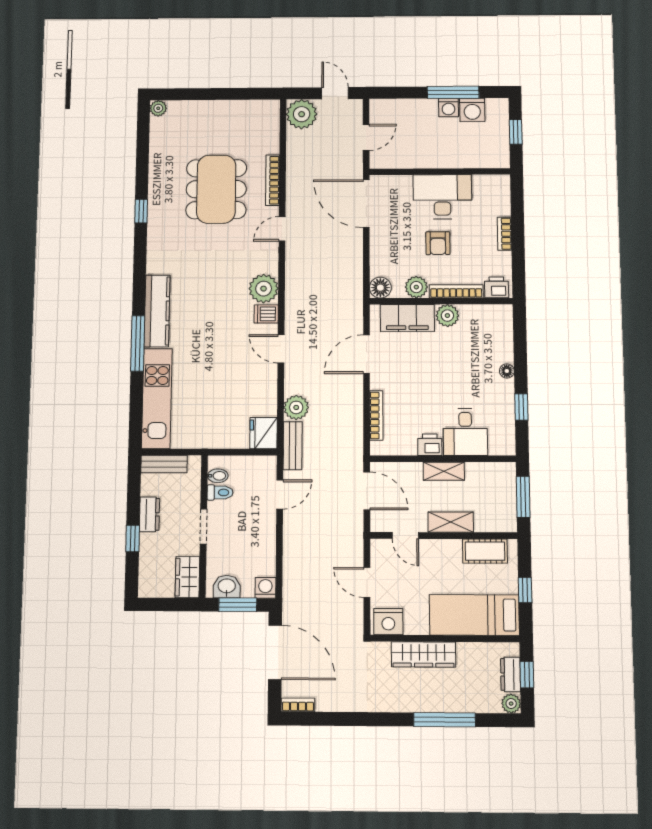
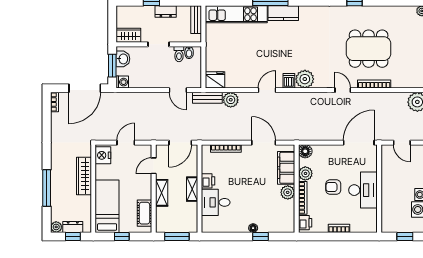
kitchen counter: (157, 311) -> (283, 13), width x0.67
window: (521, 407) -> (261, 236), moved

